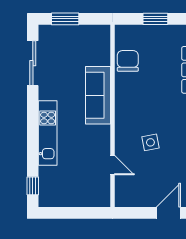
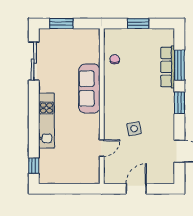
chair: (128, 61) -> (115, 59), width x0.54, depth x0.54
door: (112, 165) -> (102, 148), hinge flipped
door: (168, 213) -> (136, 189), moved

